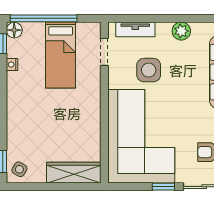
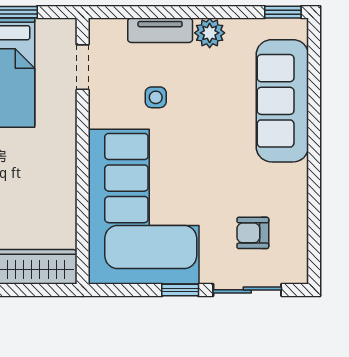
tv unit: (135, 29) -> (160, 30), moved
side table: (149, 70) -> (156, 97), width x0.54, depth x0.54

